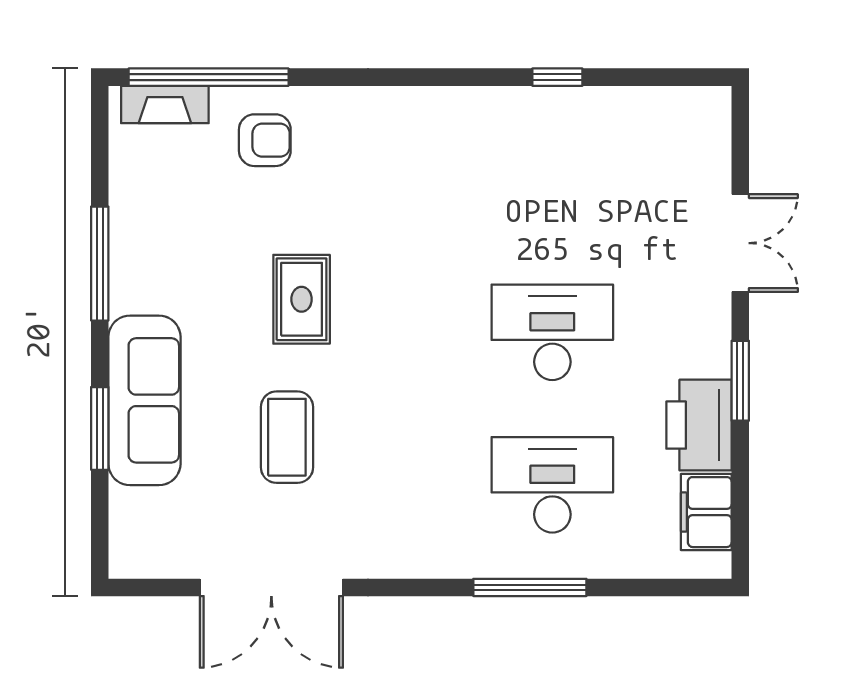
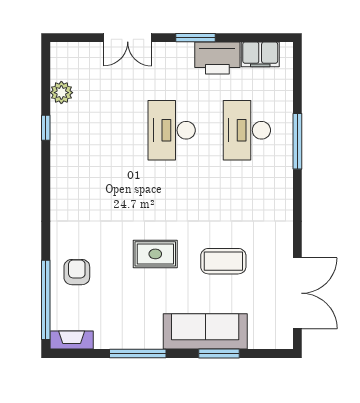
fireplace: (165, 105) -> (72, 340), moved, turned -90
plant: (629, 109) -> (61, 93), added
double door: (740, 243) -> (128, 38), swing flipped
double door: (271, 587) -> (297, 293), moved

